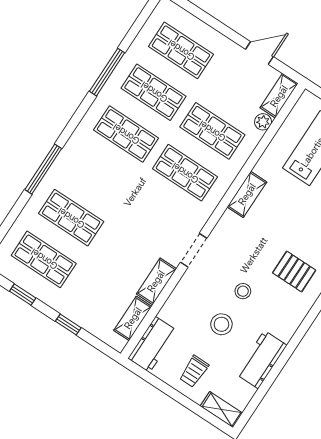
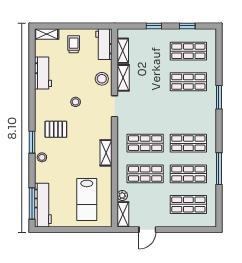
window: (43, 169) -> (219, 97), width x0.69
stool: (221, 324) -> (102, 79), moved

